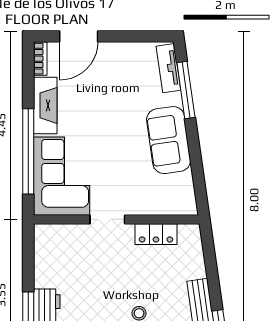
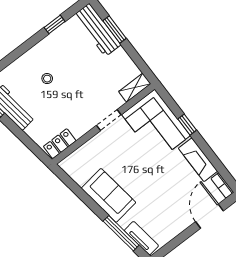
window: (28, 151) -> (187, 125), width x0.32
shelving: (54, 233) -> (135, 88), added
locker: (156, 234) -> (60, 144), moved

